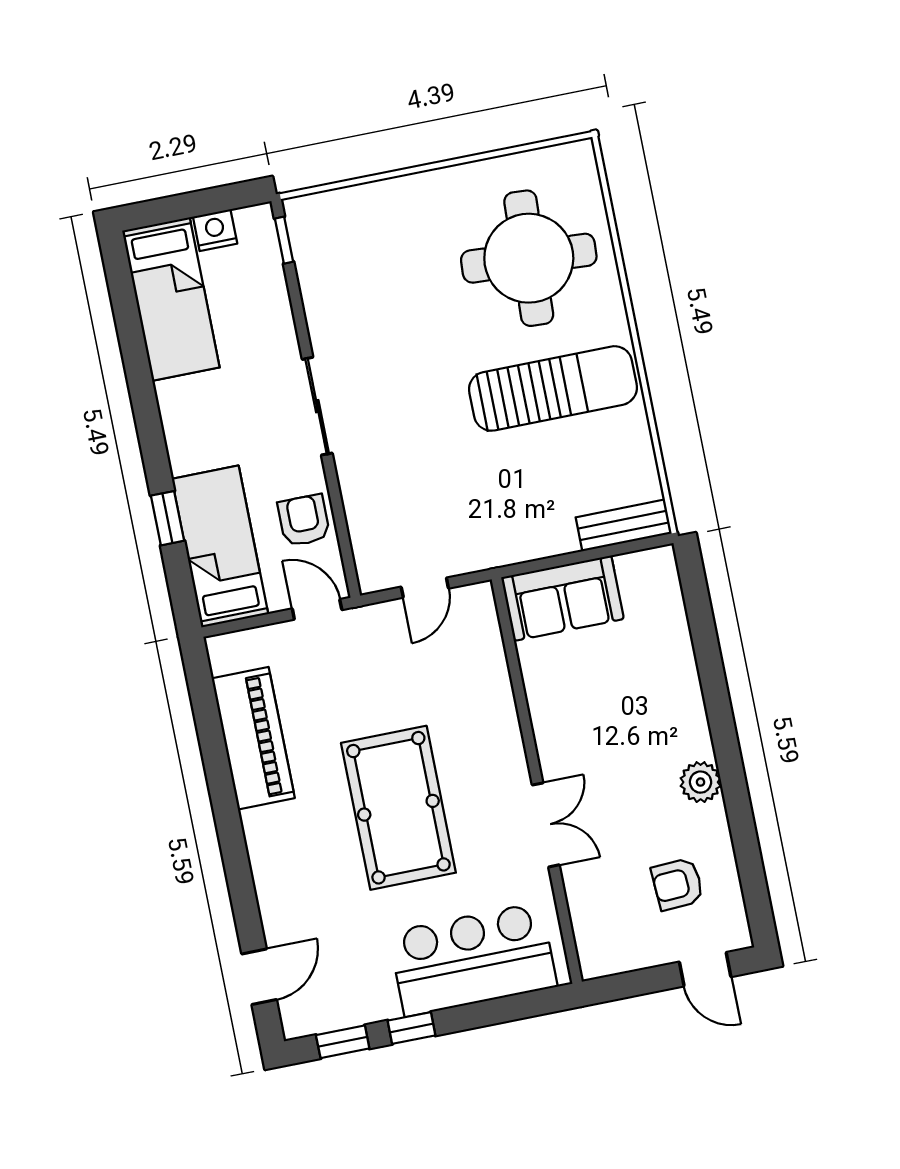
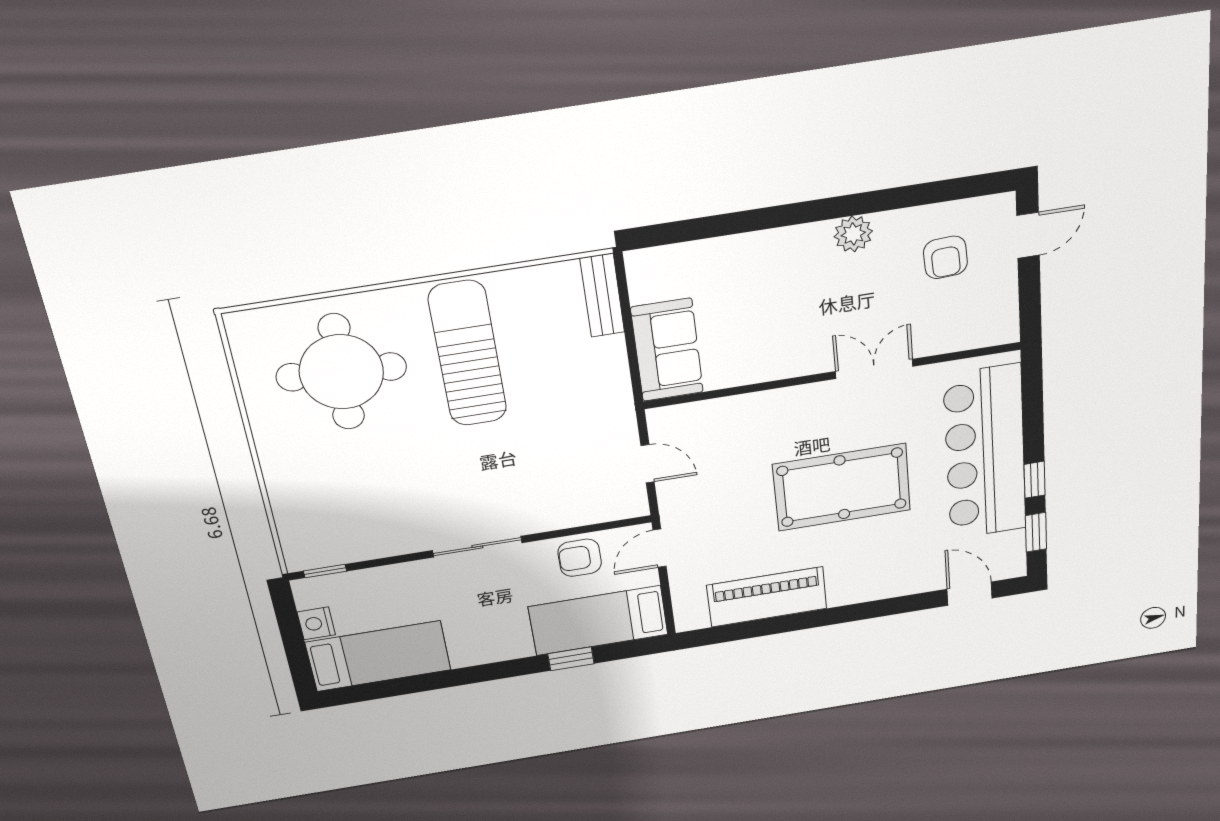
bar counter: (473, 959) -> (985, 453), width x1.36

